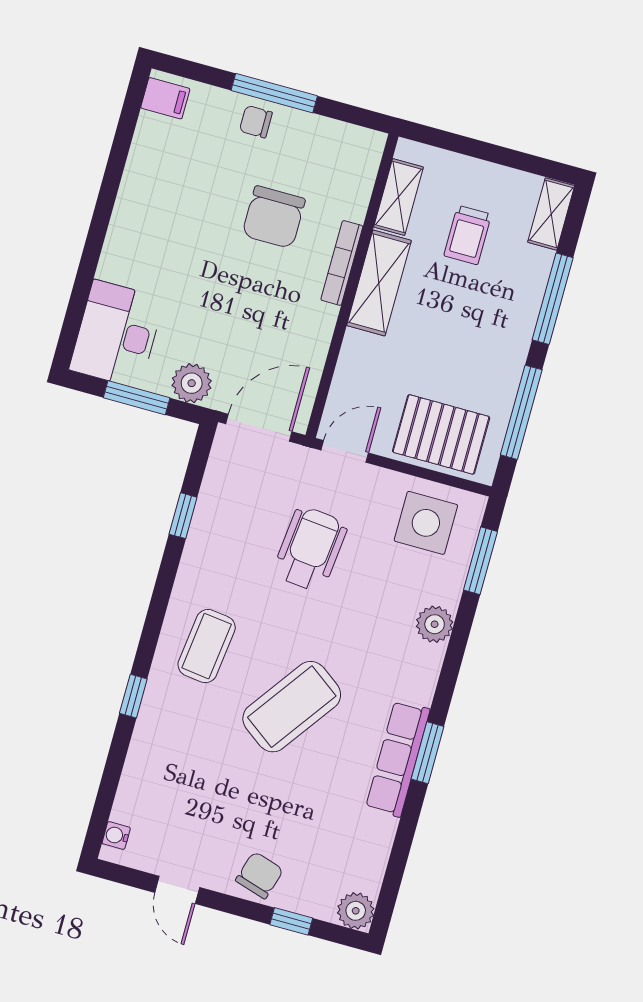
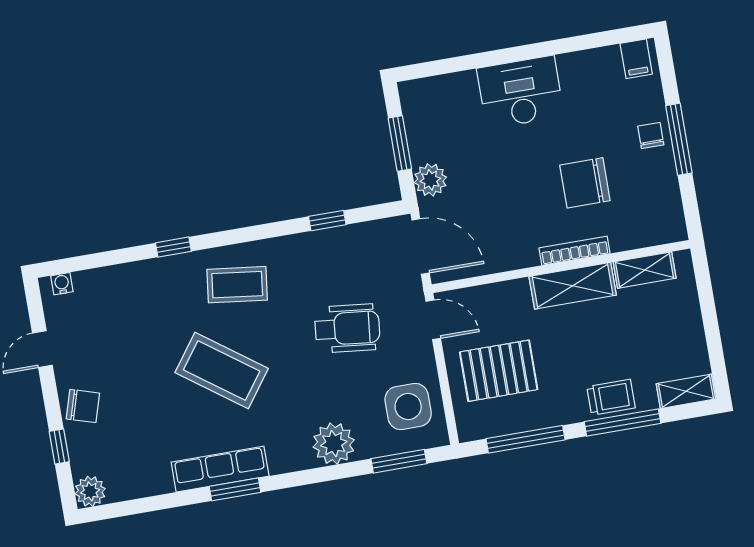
trolley: (468, 235) -> (611, 397), moved, turned 180
desk: (117, 334) -> (520, 92), moved
pallet: (441, 434) -> (499, 371), moved, turned 90
plant: (435, 624) -> (334, 444), width x1.36, depth x1.36

